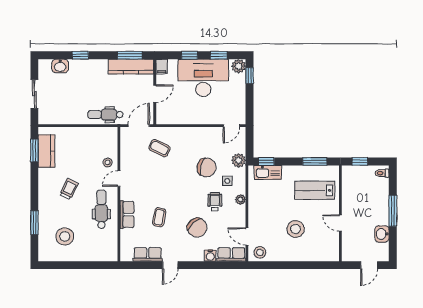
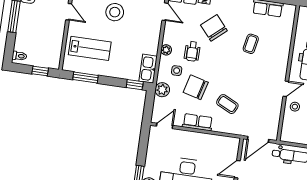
coffee table: (160, 148) -> (227, 104), moved
kitchen sink: (268, 172) -> (148, 69), moved, turned -90
row of seats: (127, 215) -> (198, 122), moved, turned 90

